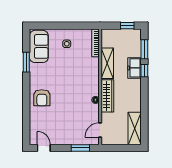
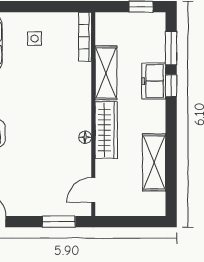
shelving: (135, 128) -> (154, 162), moved

